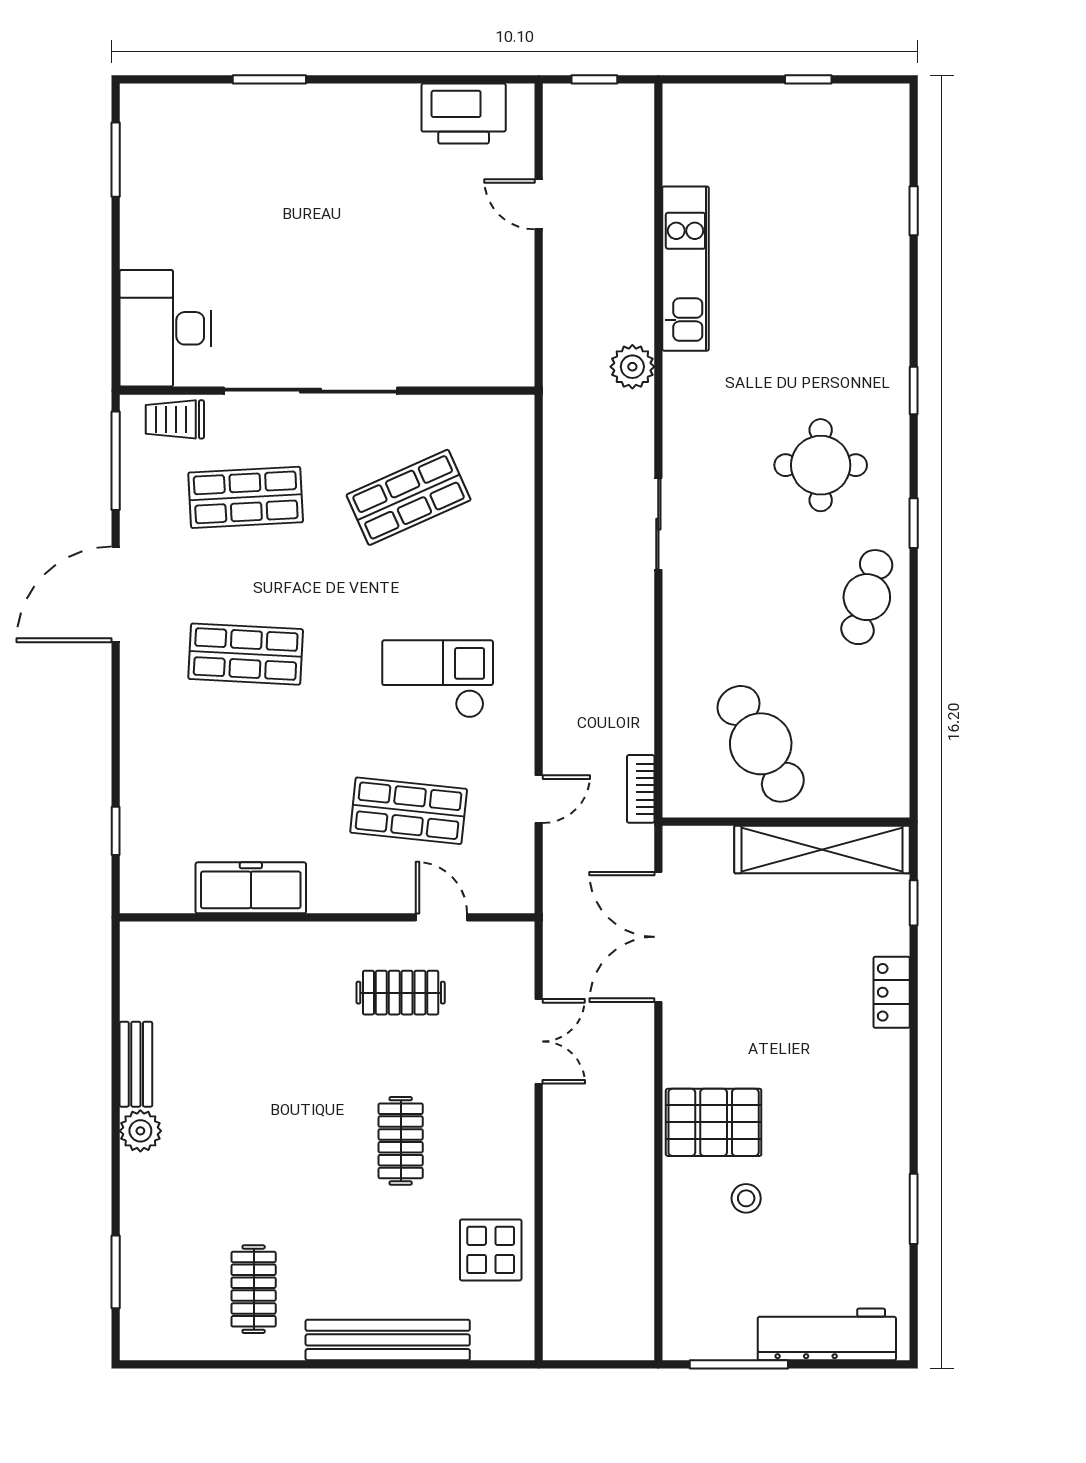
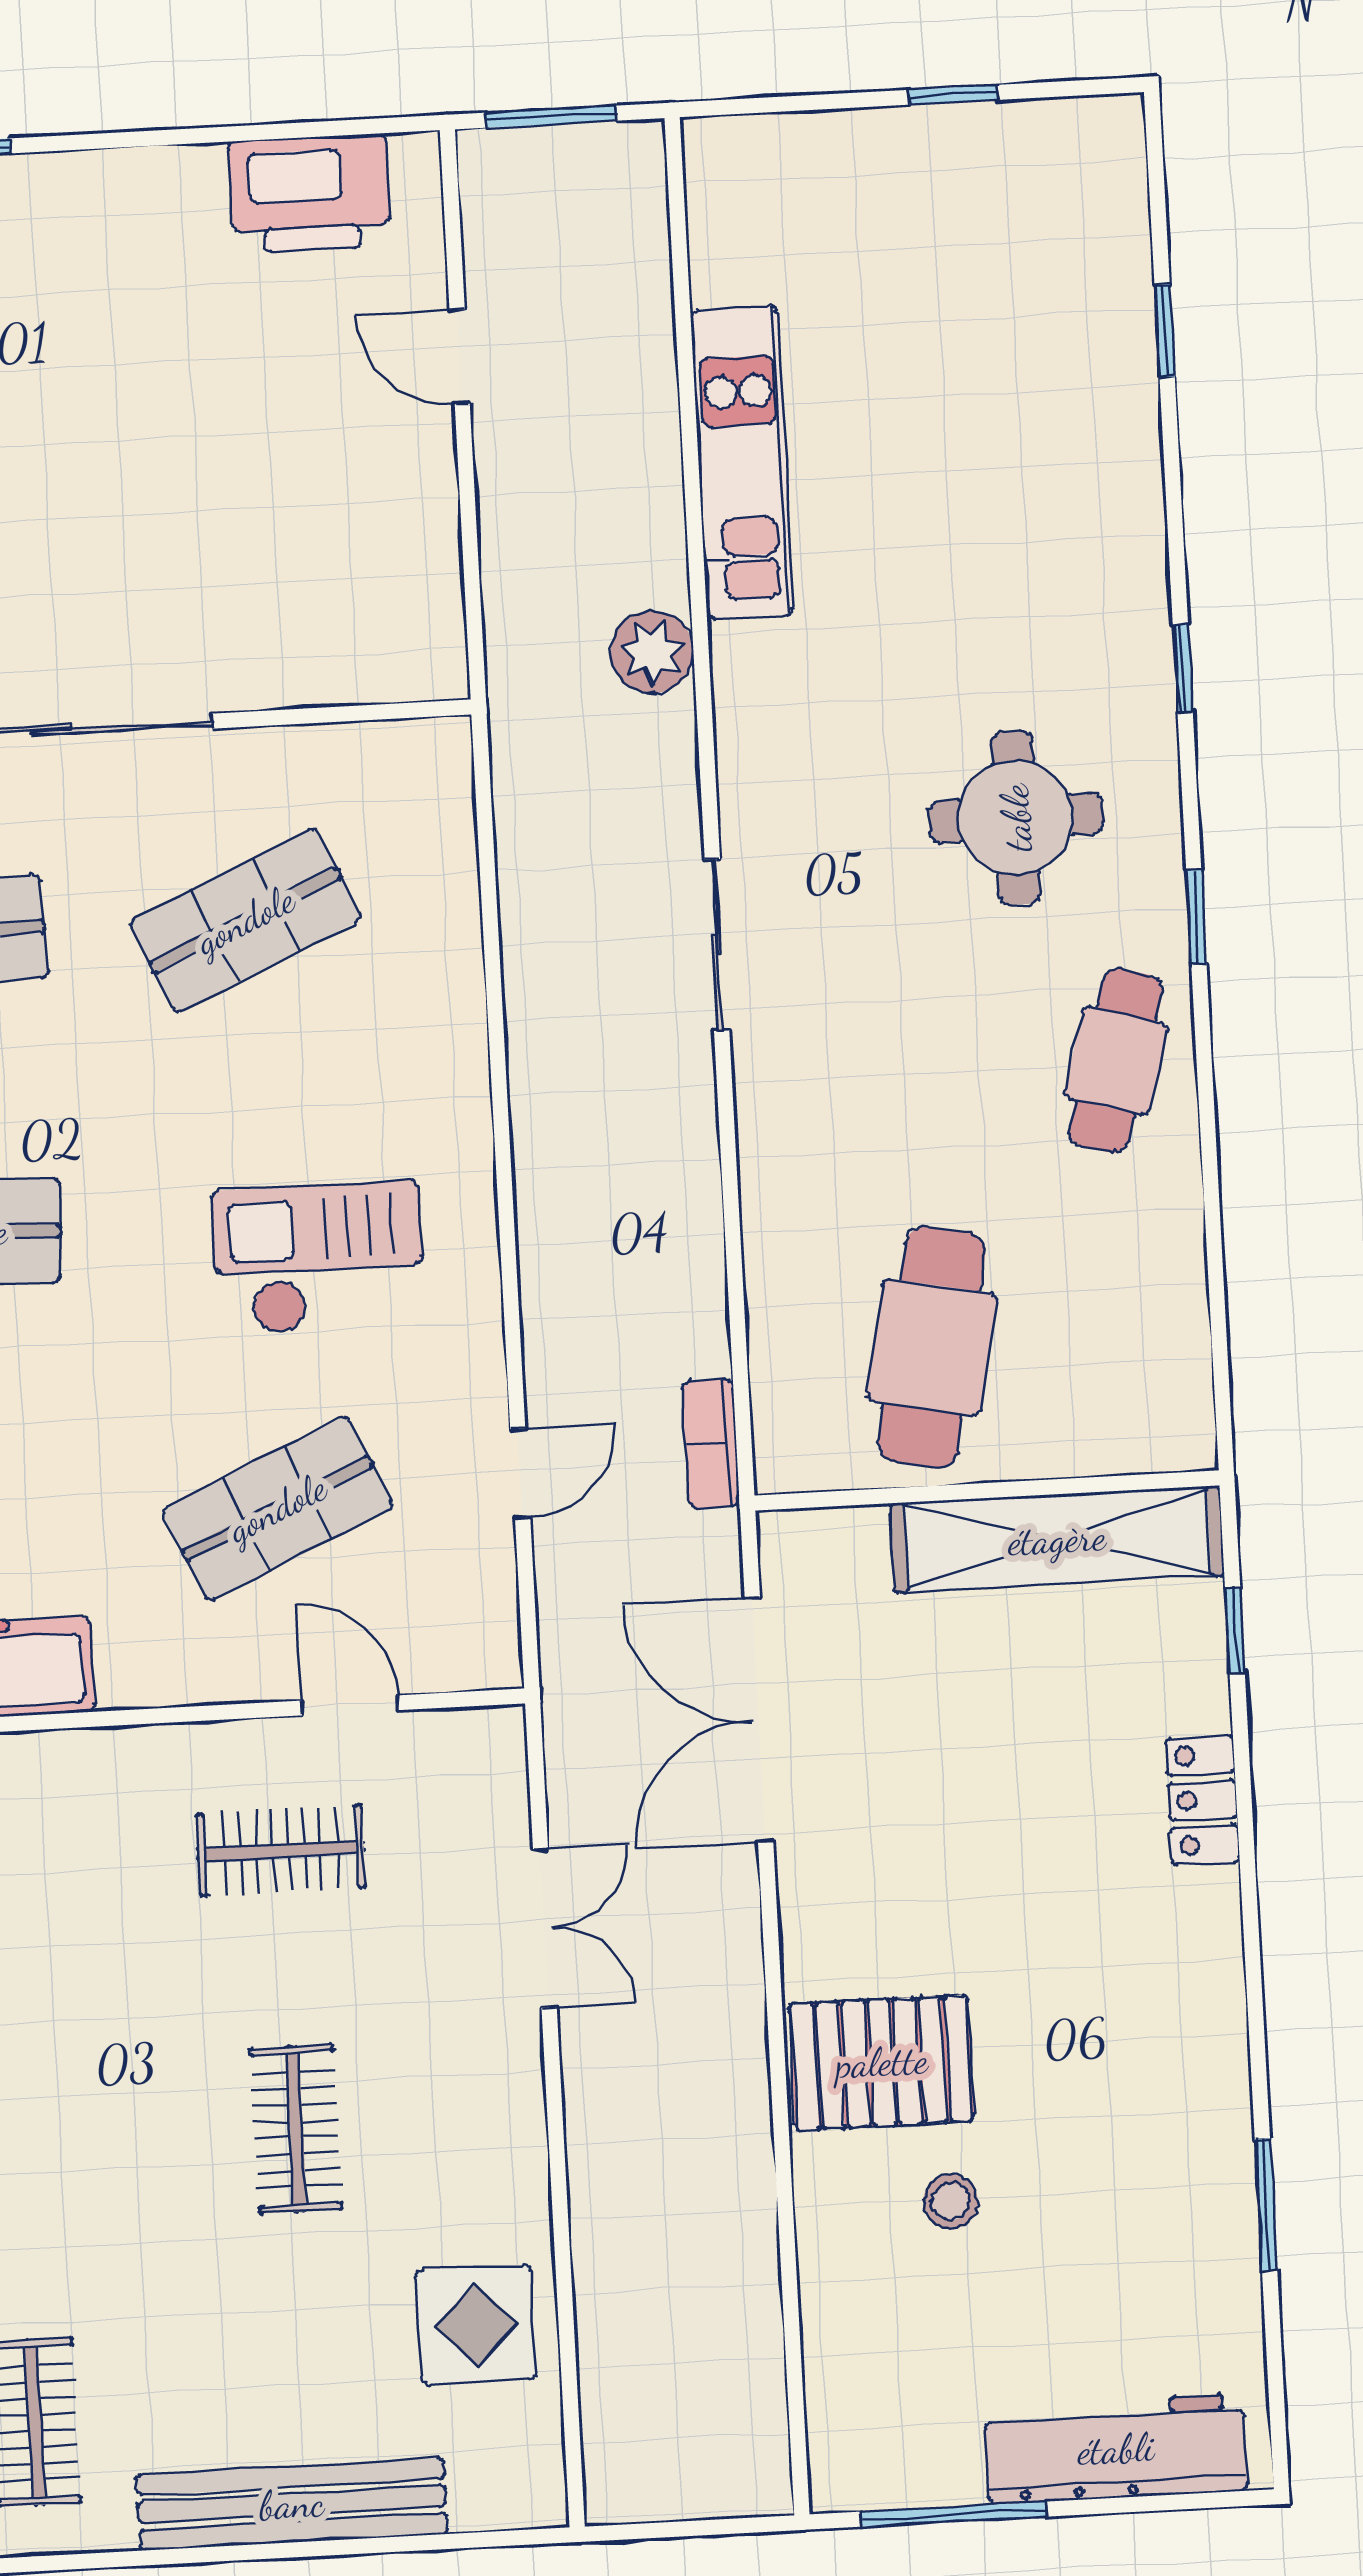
window: (594, 79) -> (552, 117), width x1.50
cafe table: (761, 744) -> (932, 1347), turned 41
shop shelf: (409, 811) -> (277, 1508), turned -30

